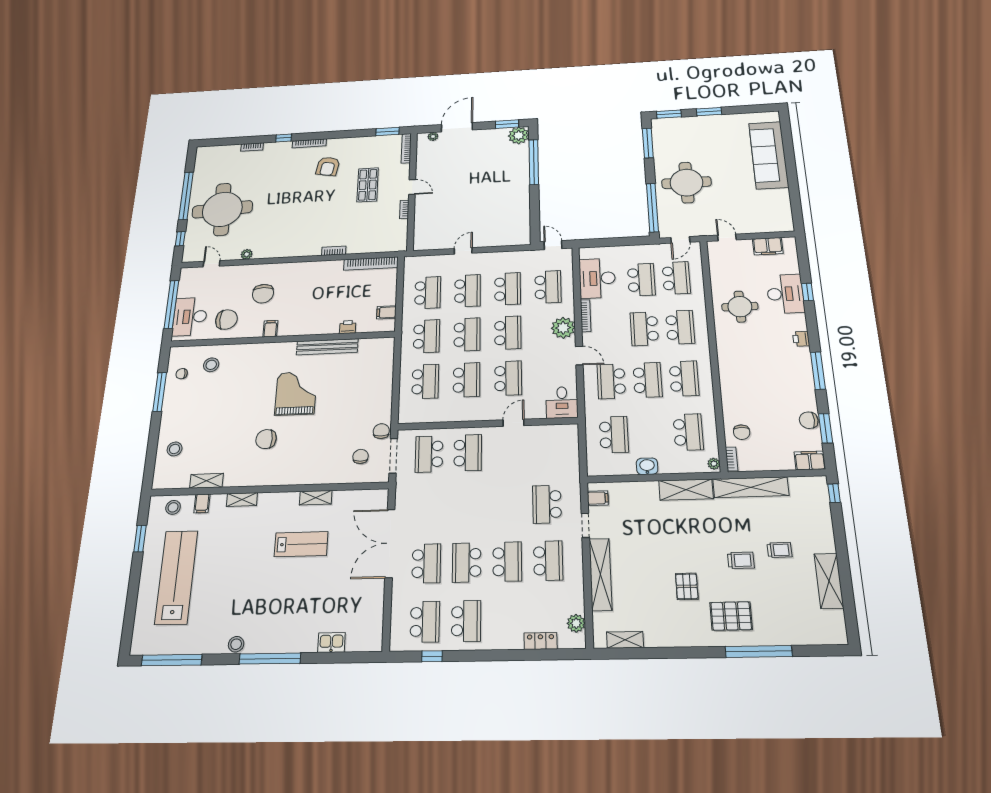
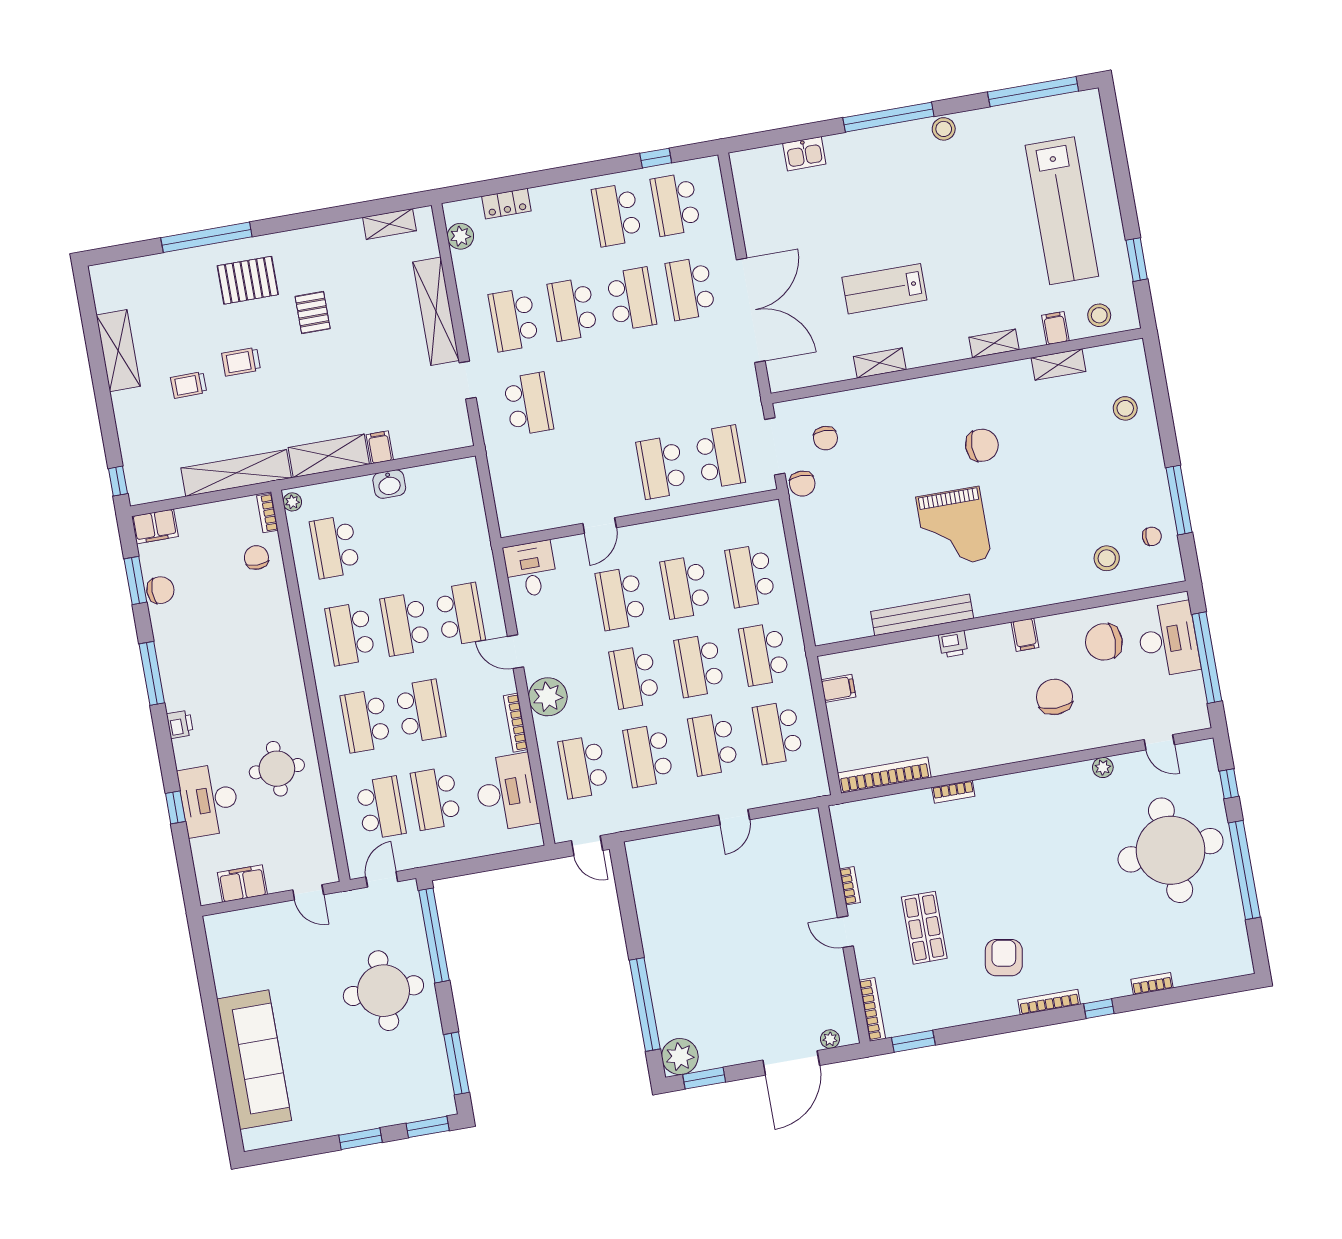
school desk: (676, 278) -> (381, 808), turned 180
printer: (348, 327) -> (953, 644), moved
school desk: (614, 435) -> (445, 527), removed
filing cabinet: (598, 498) -> (380, 447), moved, turned 90

